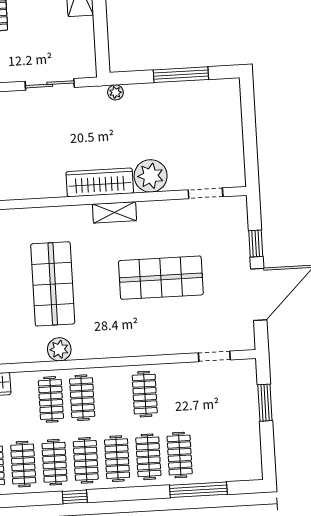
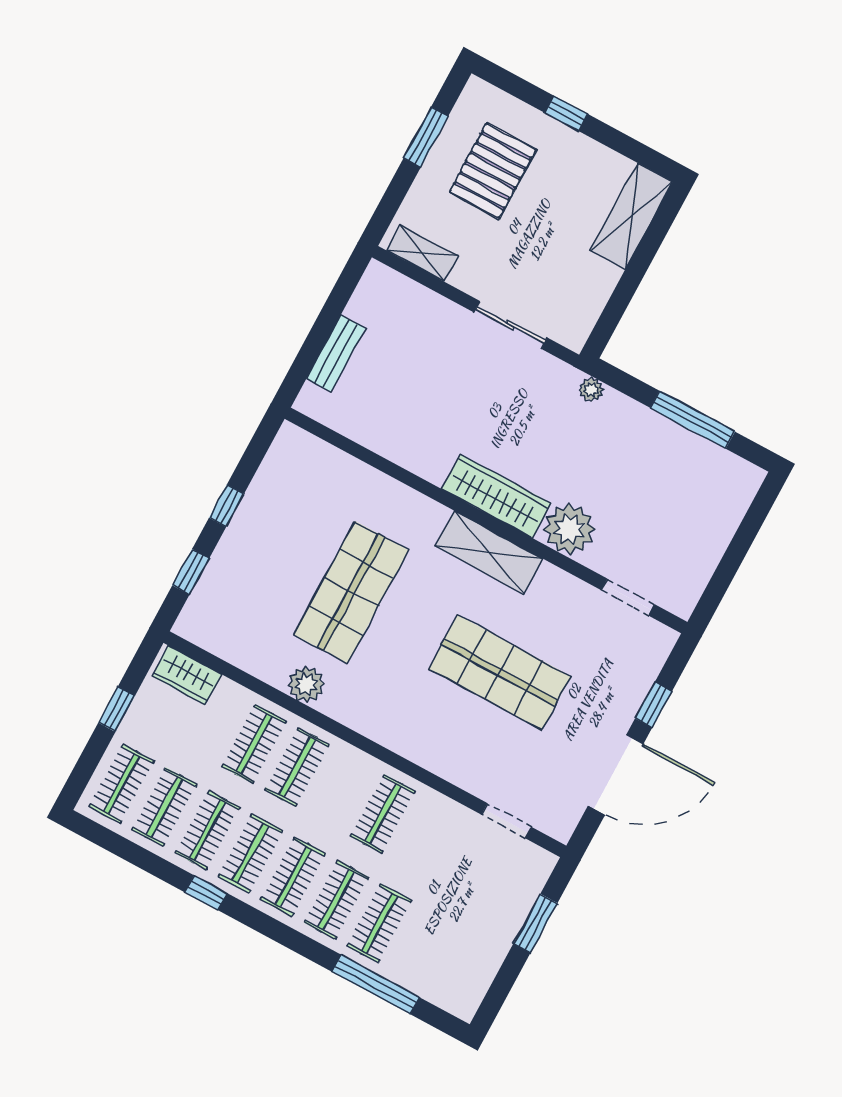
shelving: (114, 212) -> (489, 552), width x1.50, depth x1.33

